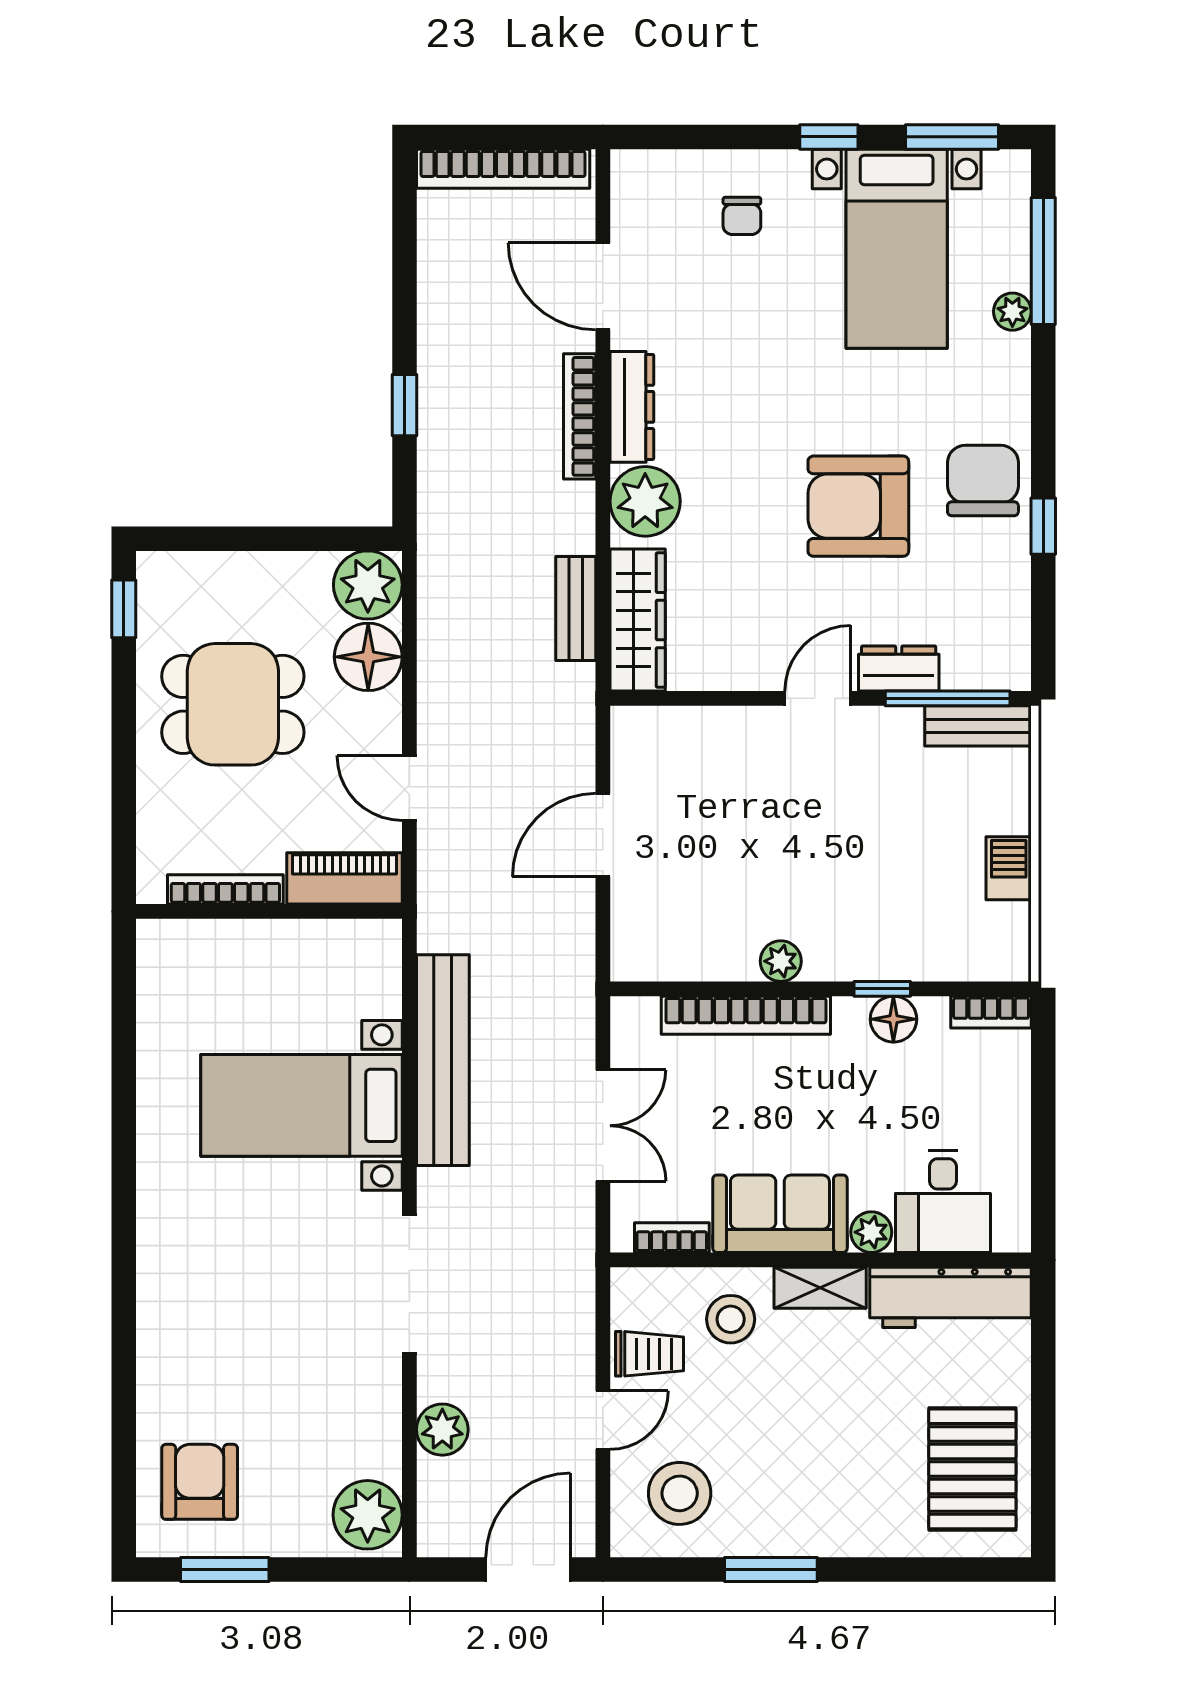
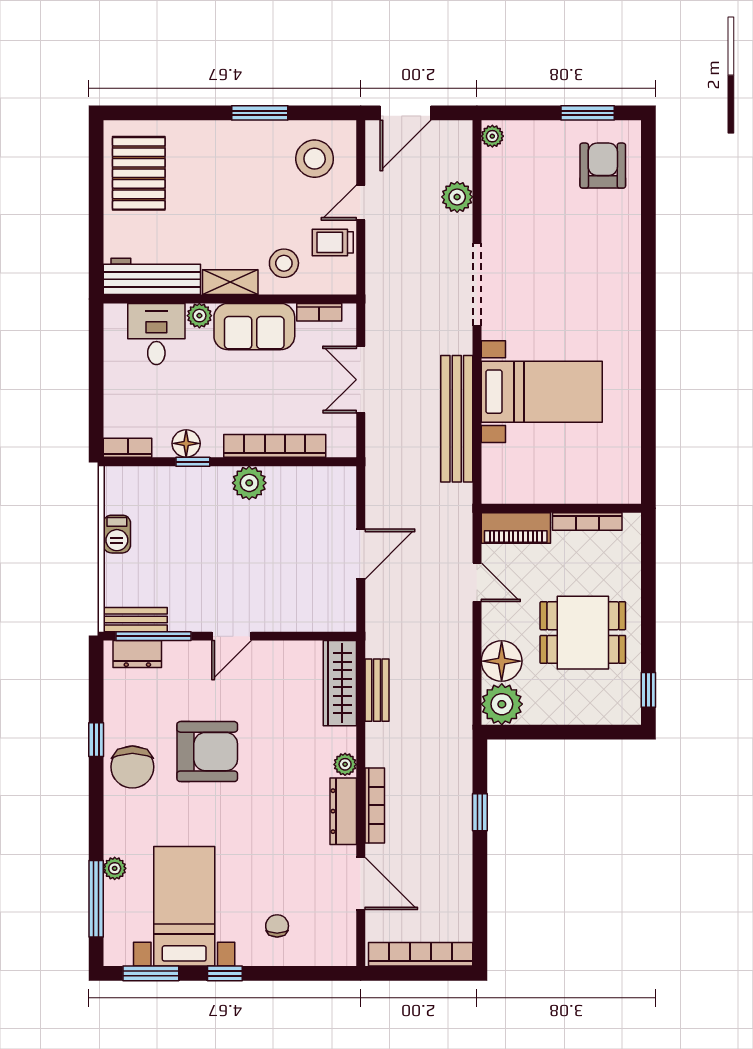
plant: (645, 501) -> (345, 764), width x0.53, depth x0.53
dresser: (899, 668) -> (137, 654), moved
plant: (781, 961) -> (249, 483), width x1.38, depth x1.38
armchair: (200, 1482) -> (603, 166), turned 180
plant: (368, 1515) -> (492, 136), width x0.53, depth x0.53

